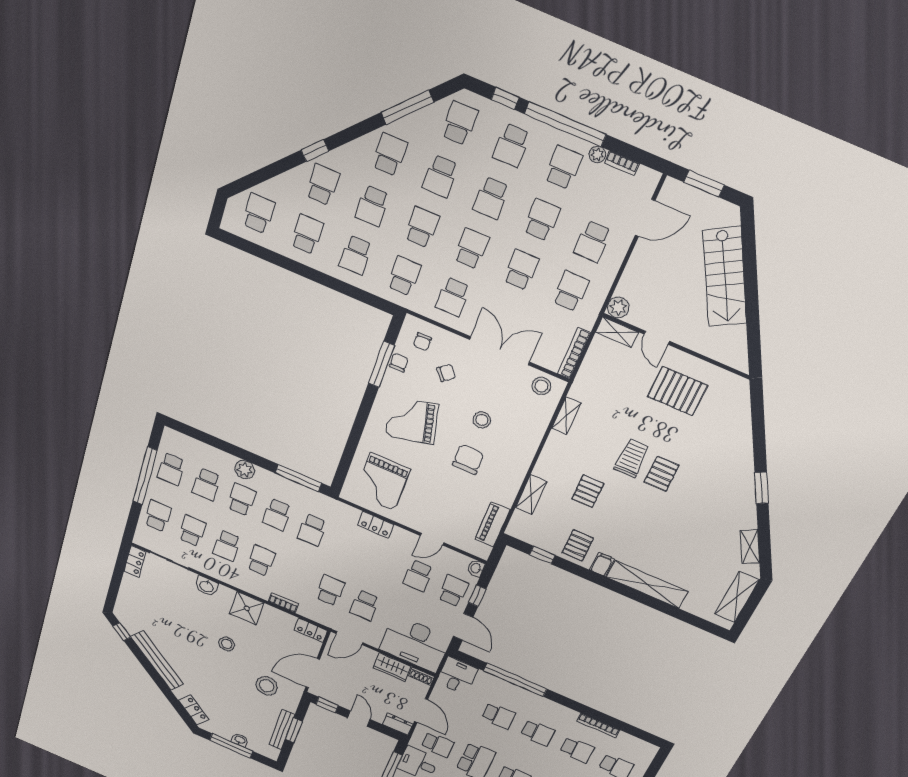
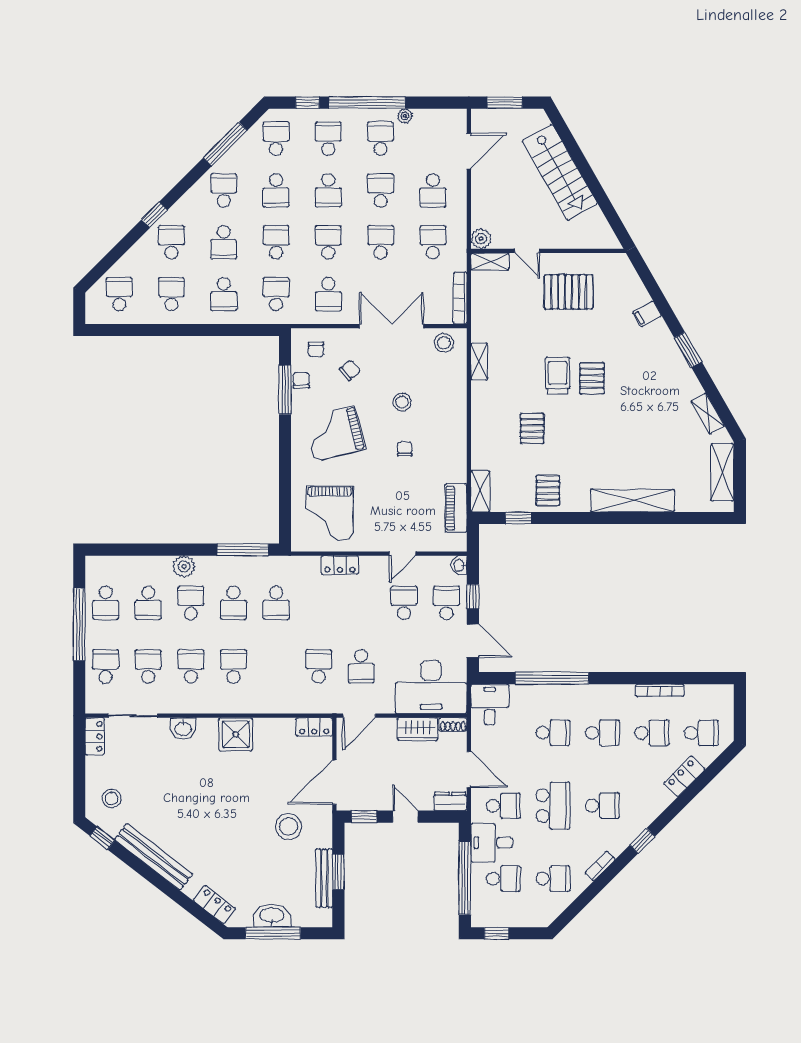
school desk: (511, 145) -> (328, 139), turned 180
bookcase: (622, 163) -> (429, 115), removed
chair: (468, 459) -> (405, 449), width x0.54, depth x0.54
shelving: (531, 495) -> (480, 491), moved
school desk: (227, 546) -> (191, 666), turned 180
filing cabinet: (602, 565) -> (647, 314), moved, turned -120
school desk: (418, 576) -> (404, 603), turned 180
bookcase: (283, 603) -> (273, 707), removed
stool: (227, 644) -> (112, 798), moved
washbasin: (240, 740) -> (272, 916), width x1.91, depth x1.45

